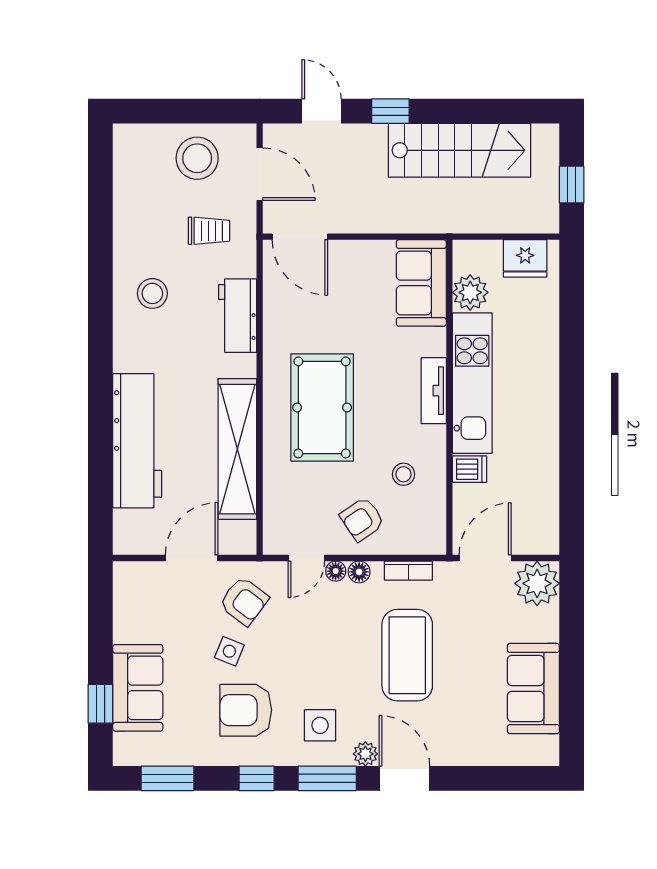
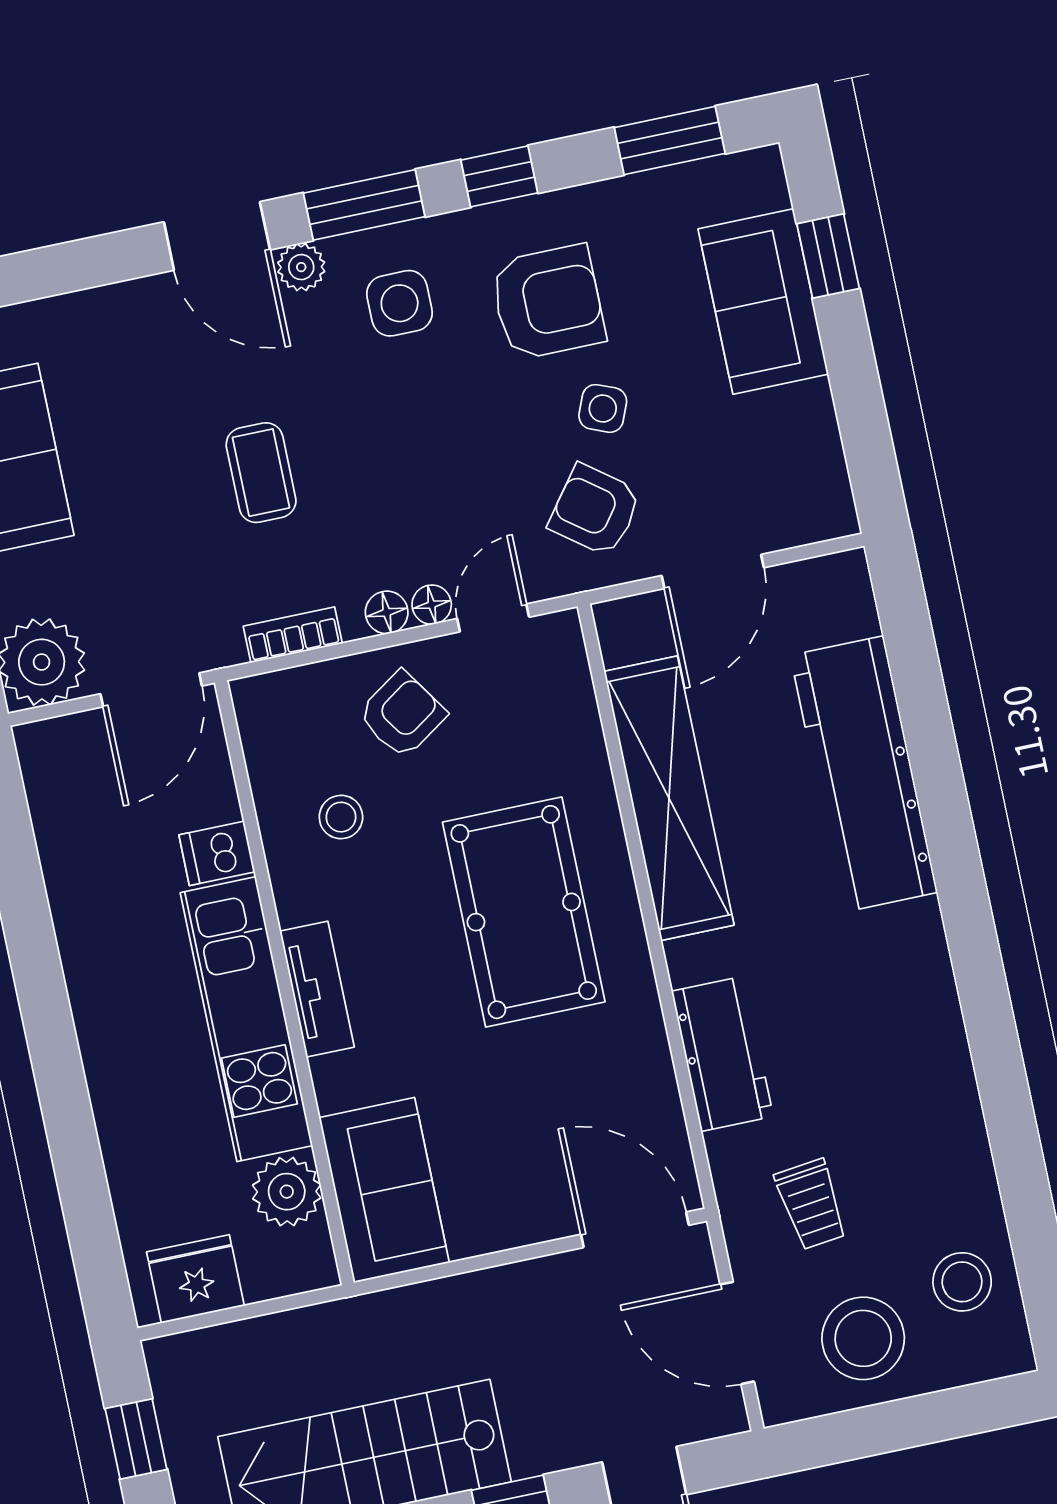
trolley: (209, 231) -> (811, 1204), turned -97
stool: (152, 293) -> (962, 1282), moved
coffee table: (407, 655) -> (261, 473), width x0.54, depth x0.58

